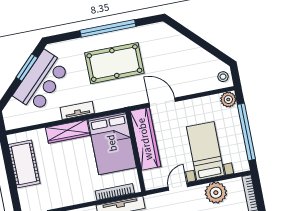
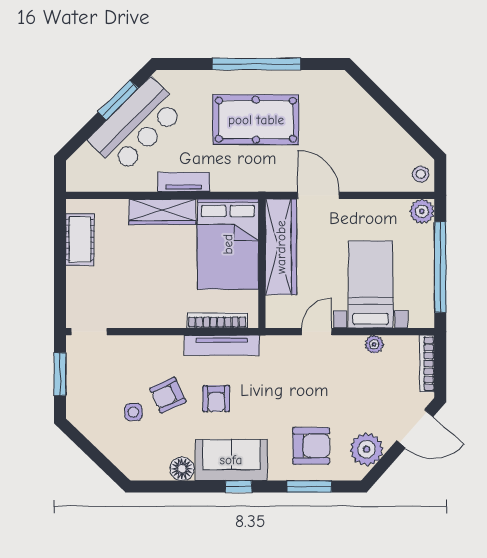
cot: (24, 164) -> (80, 240), width x0.73, depth x0.75
plant: (216, 193) -> (374, 344), width x0.53, depth x0.53

